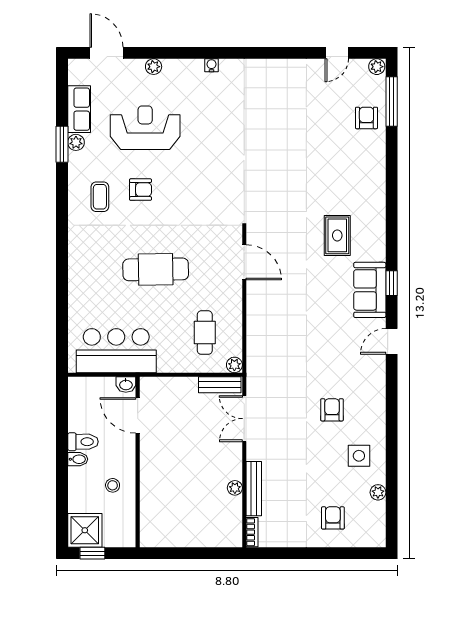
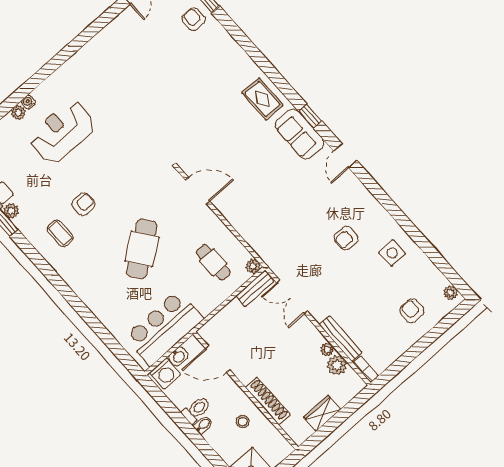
water cooler: (211, 65) -> (28, 102), moved
reception desk: (145, 128) -> (62, 132), moved
rug: (337, 235) -> (262, 99), moved
cafe table: (156, 269) -> (142, 249), turned -35
washbasin: (126, 385) -> (178, 356), moved
washing machine: (84, 389) -> (165, 374), added
armchair: (332, 410) -> (346, 238), turned -90
shoe rack: (148, 487) -> (268, 401), added
plant: (378, 492) -> (451, 293), moved
plant: (231, 508) -> (337, 365), added
wardrobe: (184, 537) -> (322, 413), added

